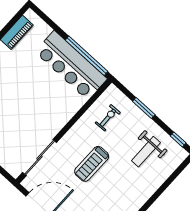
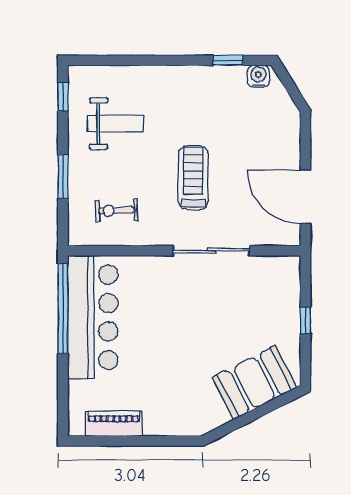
sliding door: (40, 158) -> (211, 251), moved
treadmill: (92, 164) -> (193, 178), turned -90

